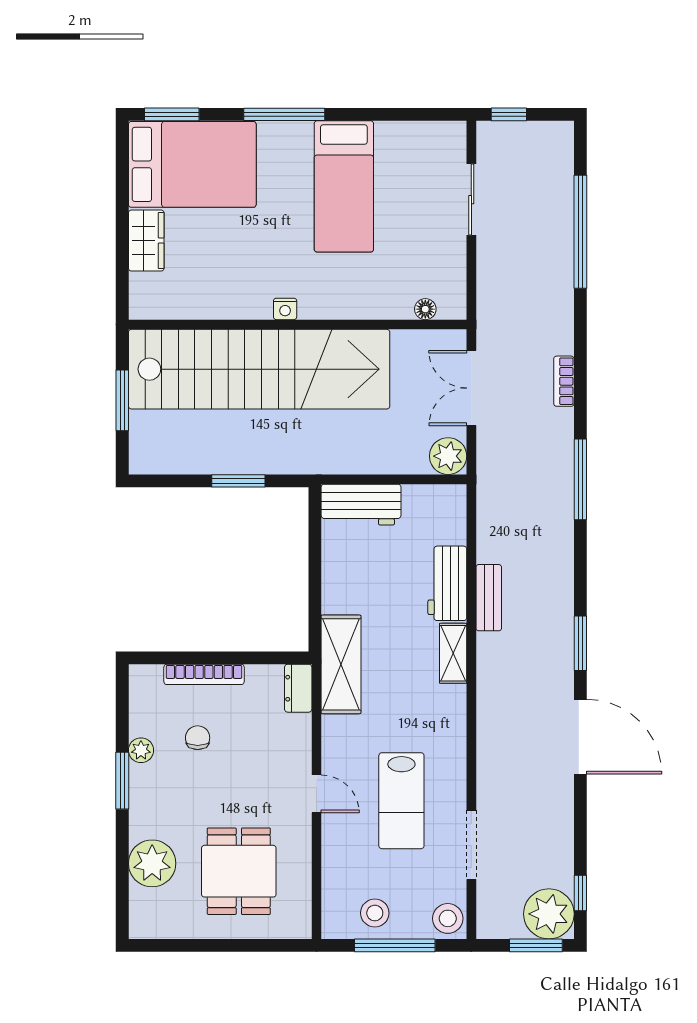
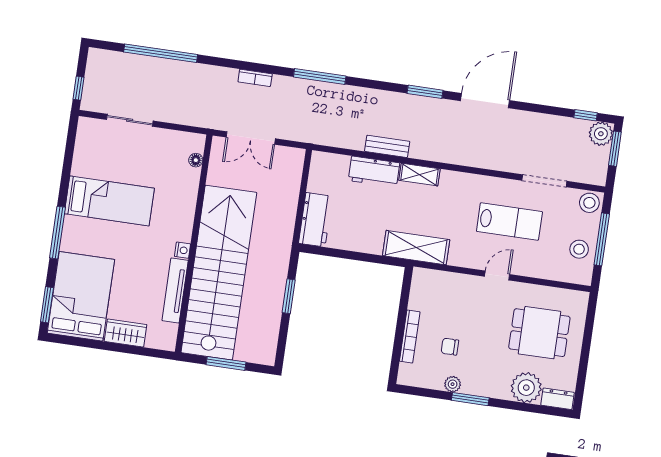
tv unit: (222, 306) -> (175, 290), added
plant: (448, 456) -> (292, 159), removed
dresser: (298, 688) -> (558, 399), moved, turned 180
plant: (549, 914) -> (601, 134), width x0.73, depth x0.73

